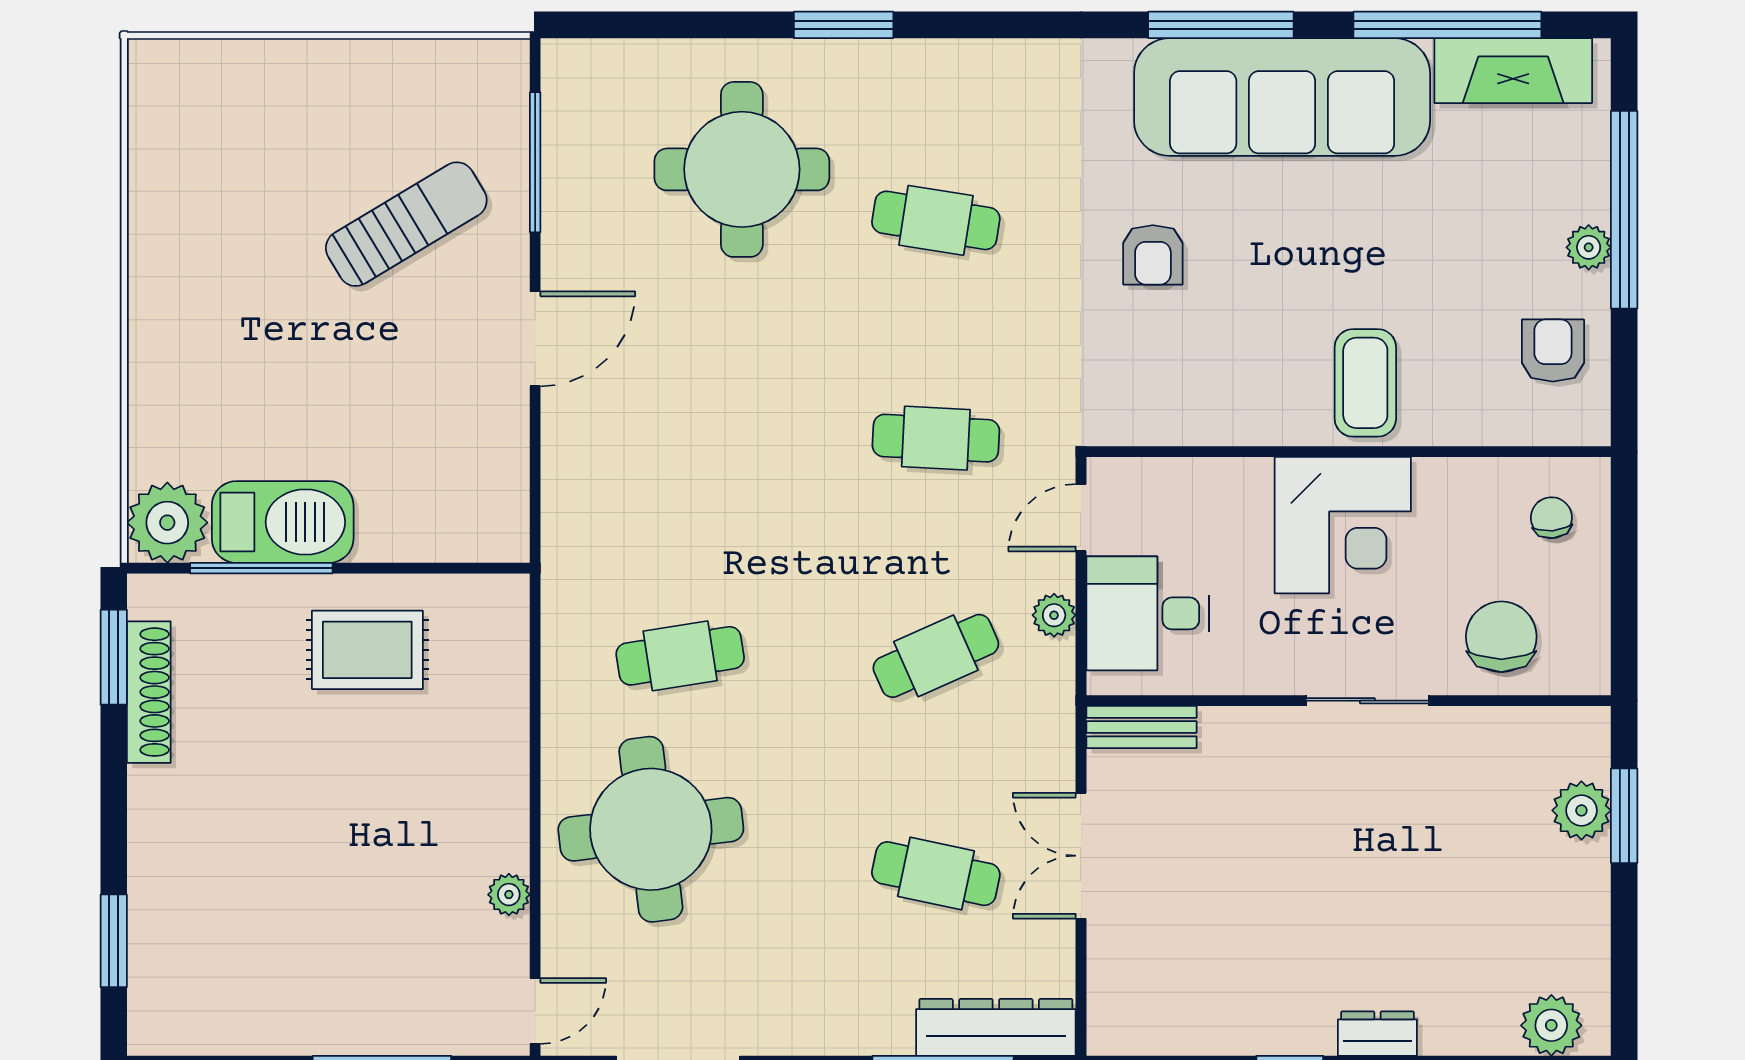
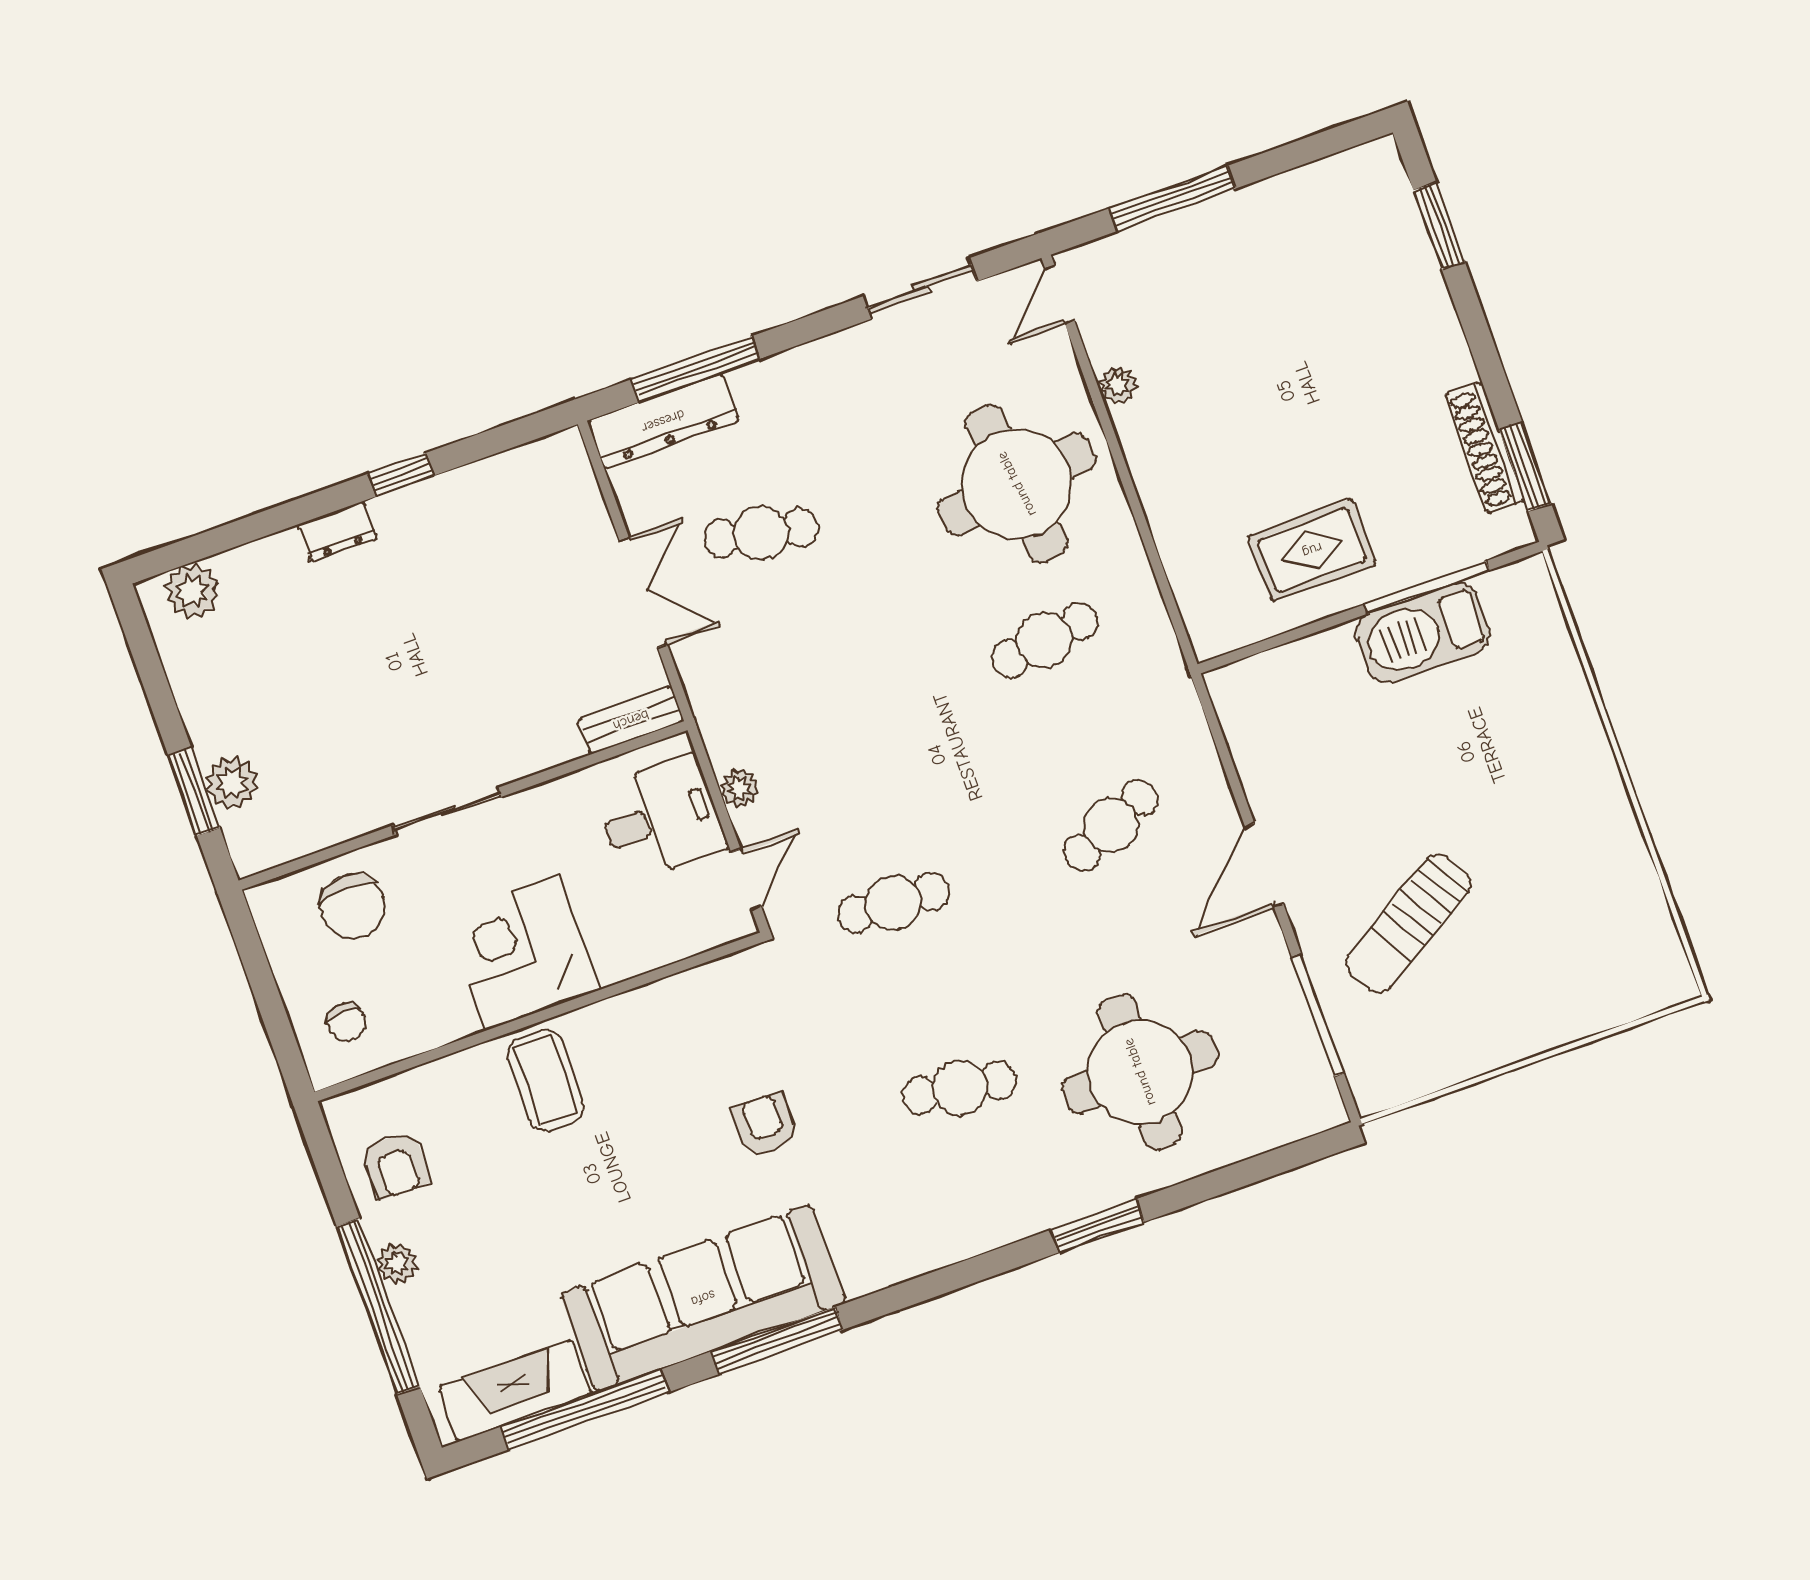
plant: (167, 523) -> (1521, 597), removed
cafe table: (936, 656) -> (1111, 825), moved

